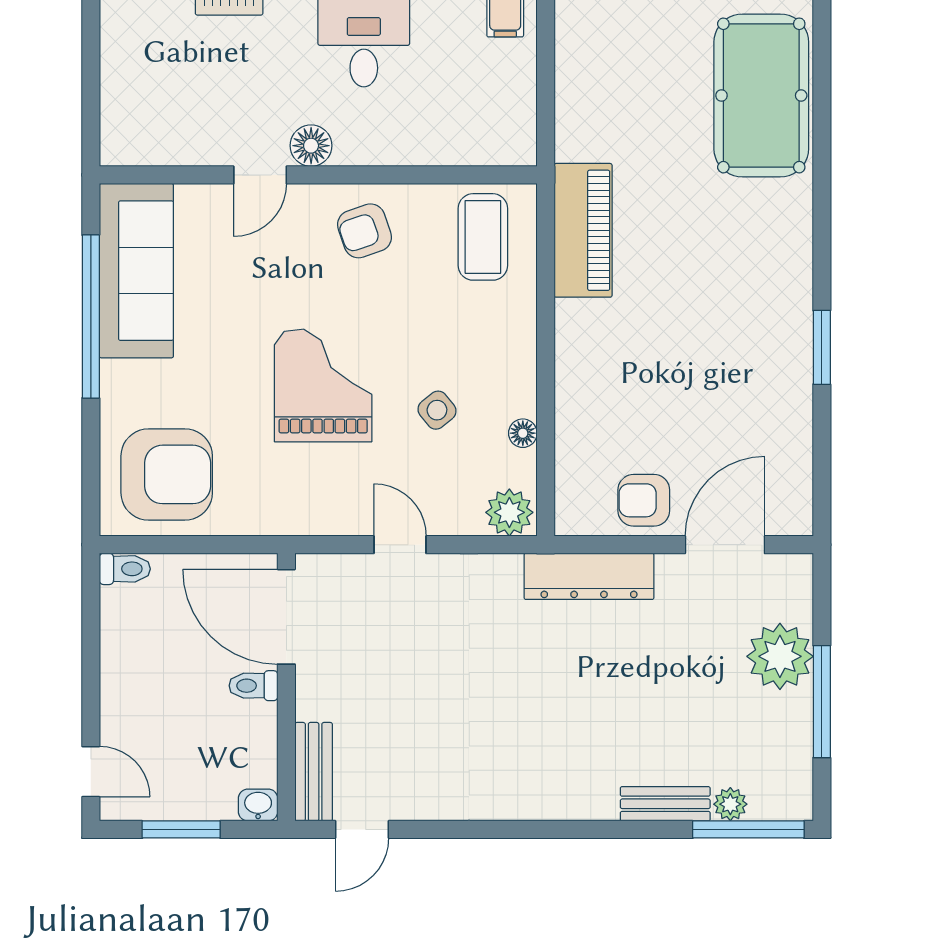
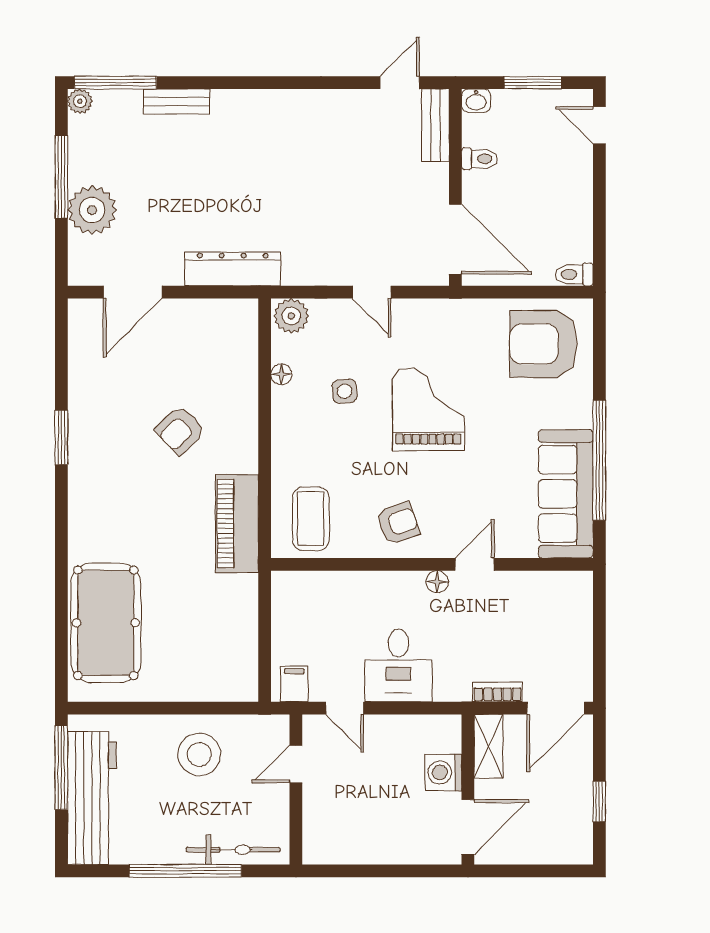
floor lamp: (311, 146) -> (437, 582), width x0.73, depth x0.73
grand piano: (323, 385) -> (428, 409), turned 180
side table: (437, 410) -> (345, 391), turned 34
armchair: (644, 500) -> (180, 430), moved, turned 137
toilet: (253, 686) -> (480, 159), moved
plant: (730, 804) -> (80, 101), moved

